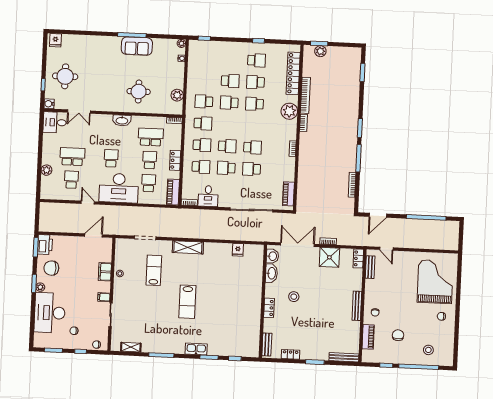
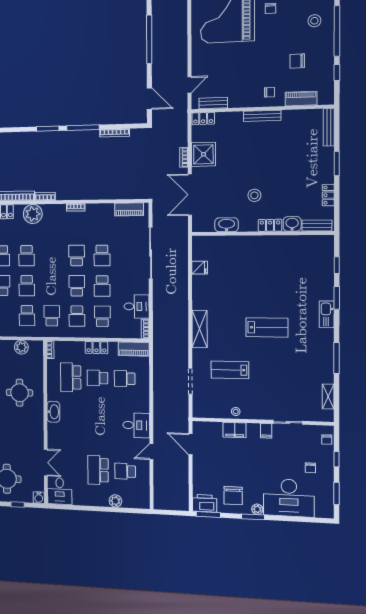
school desk: (202, 145) -> (77, 316), turned 180
school desk: (111, 158) -> (98, 424), removed
desk: (119, 188) -> (136, 425), width x0.53, depth x0.77
washbasin: (272, 256) -> (292, 224), moved

